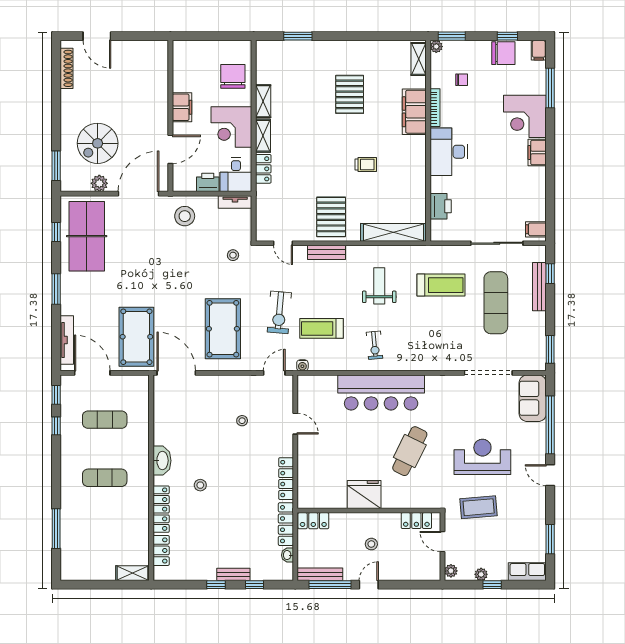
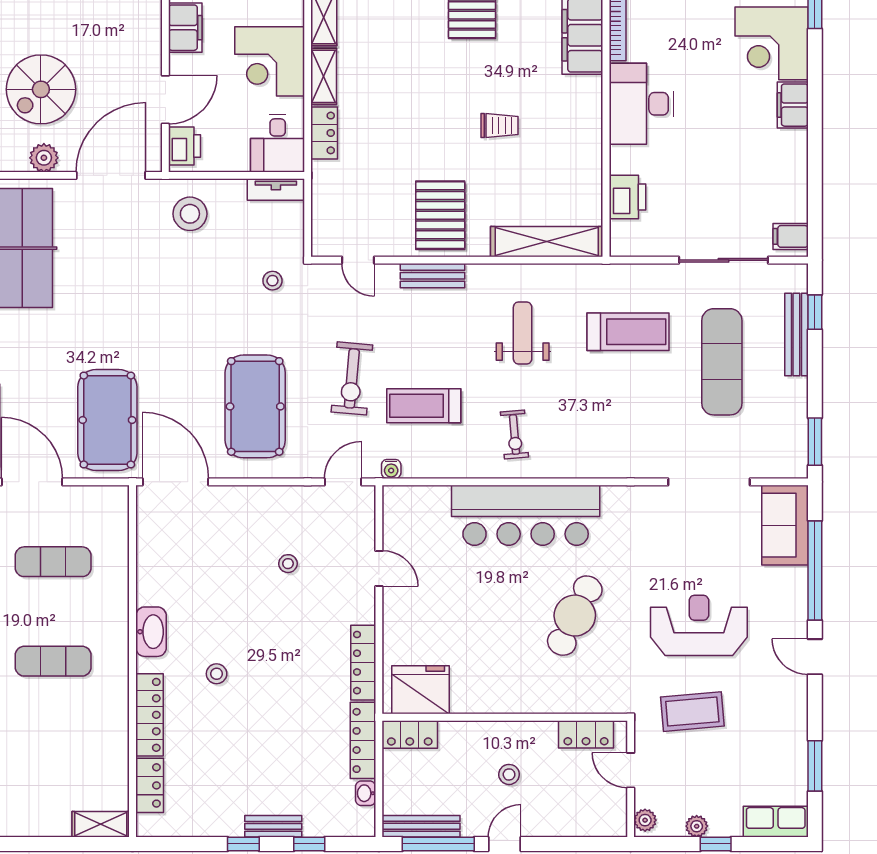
printer: (208, 182) -> (184, 146), moved, turned 90
fridge: (364, 494) -> (420, 690), moved

